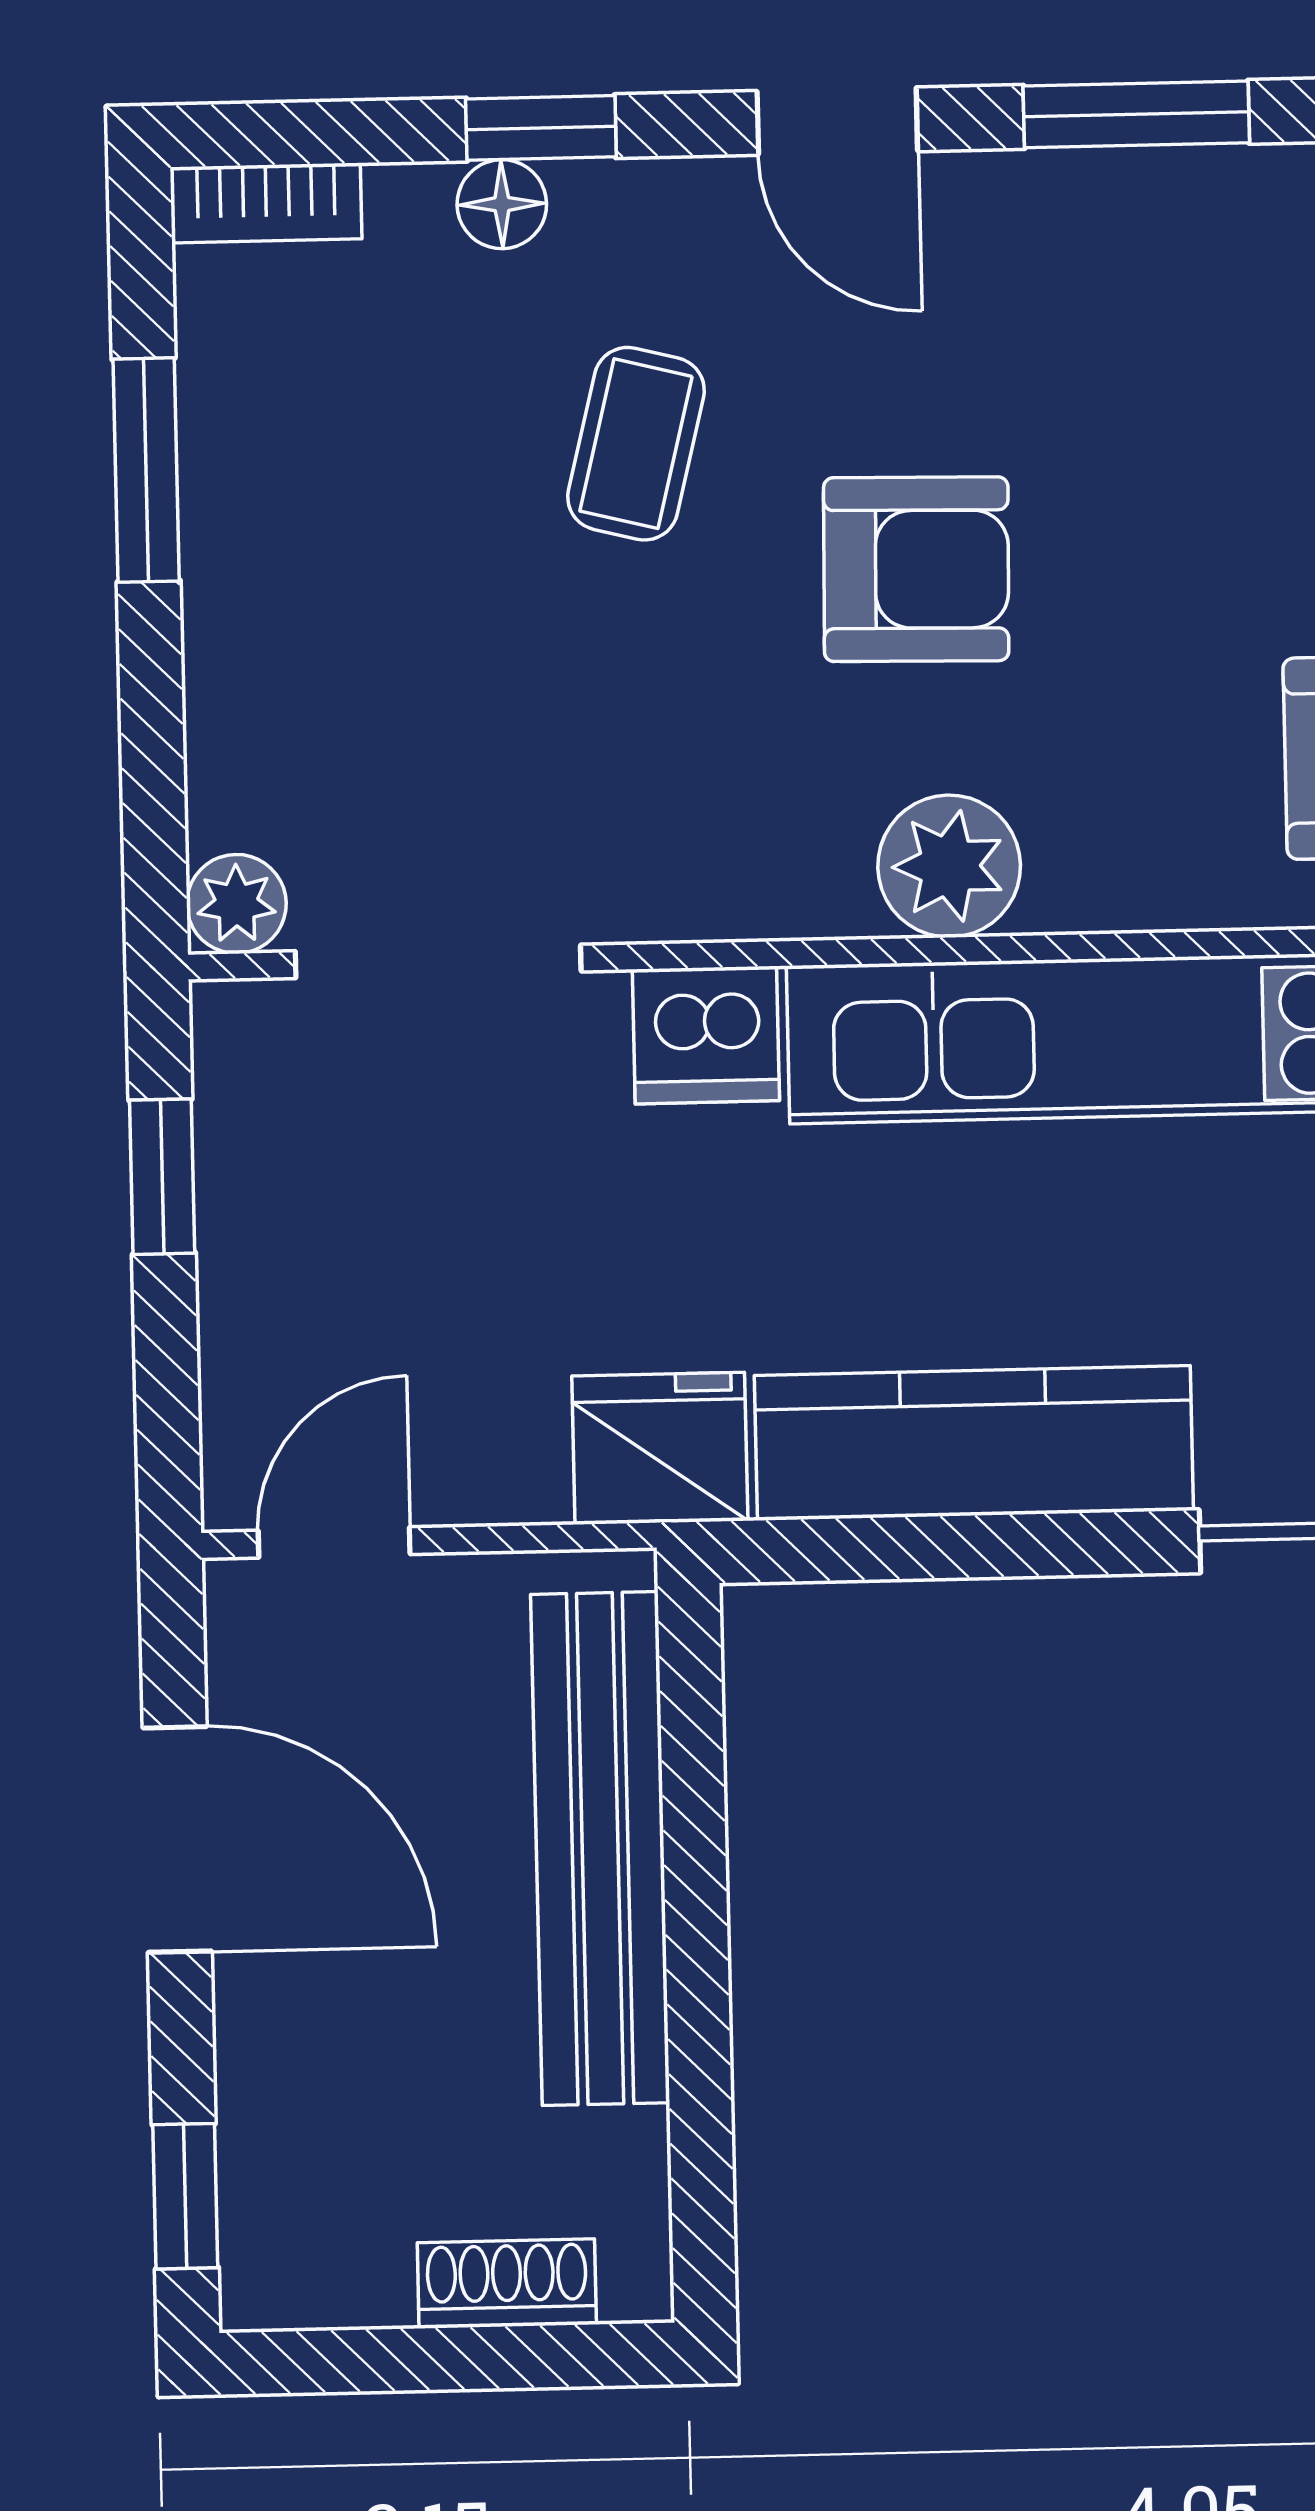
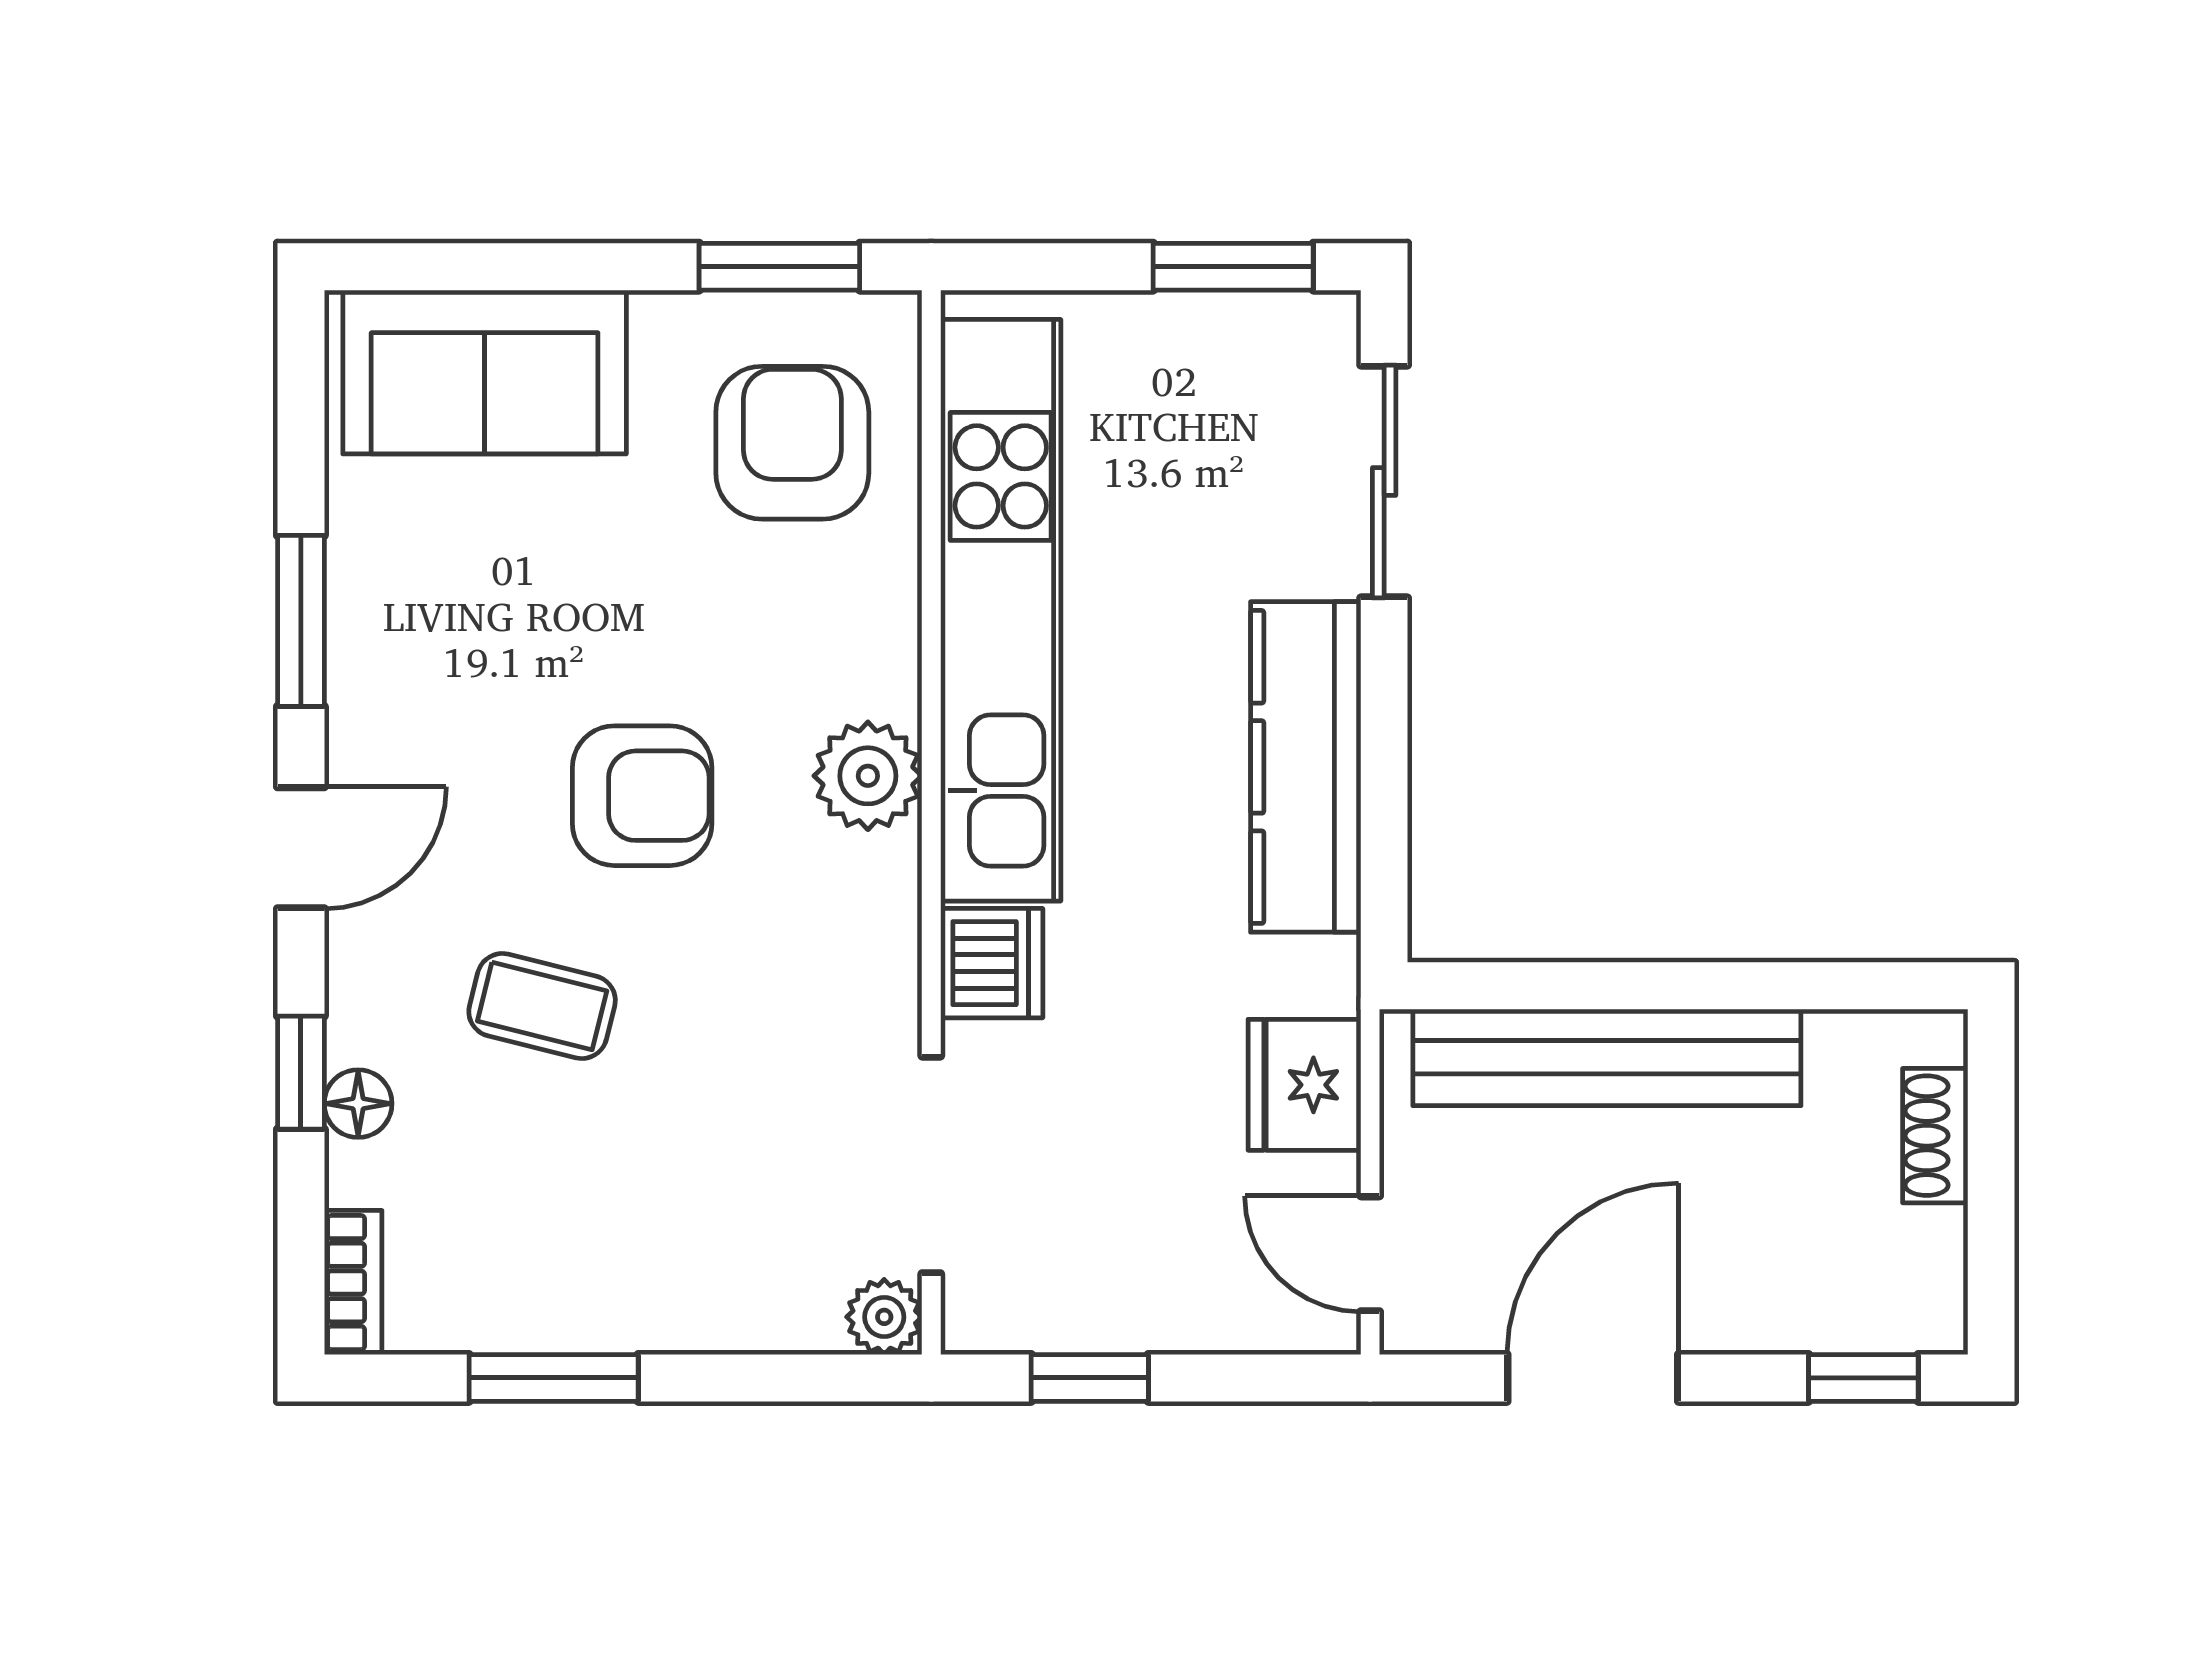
armchair: (916, 569) -> (642, 796), turned 89
fridge: (660, 1448) -> (1304, 1085), moved

